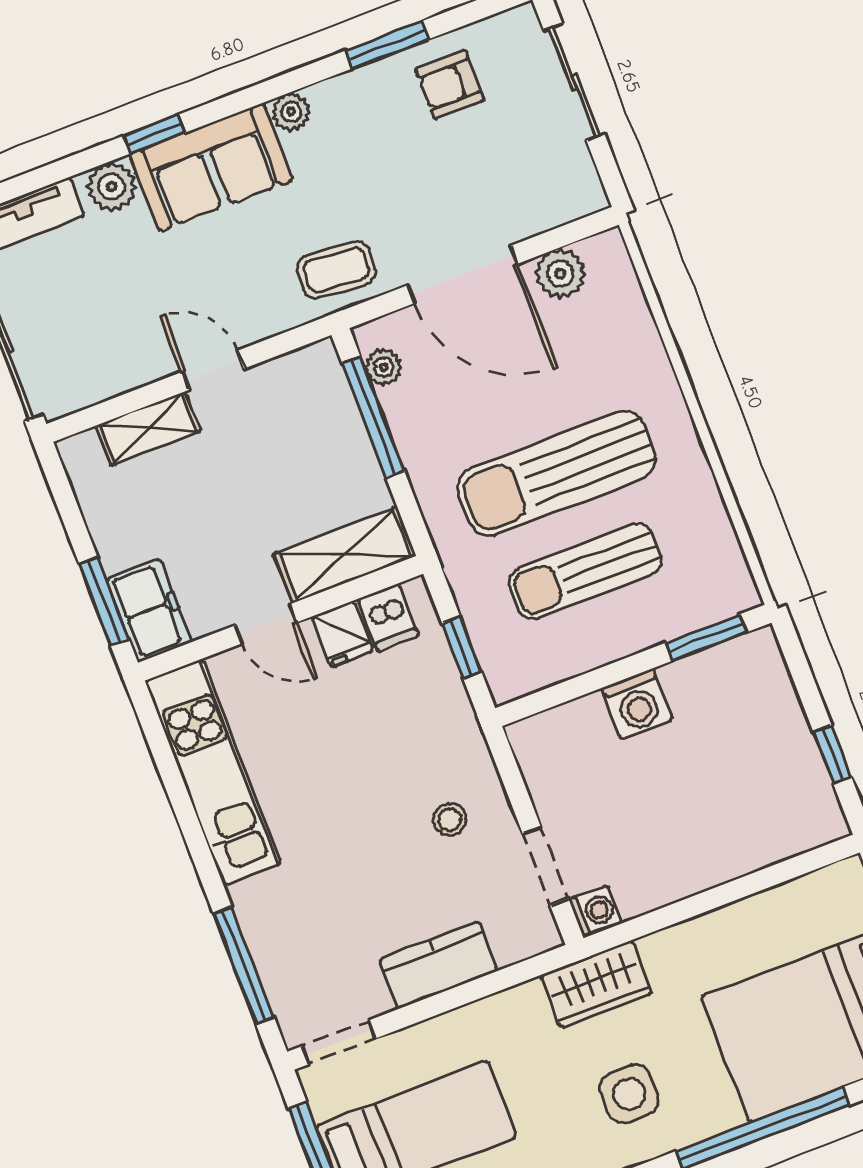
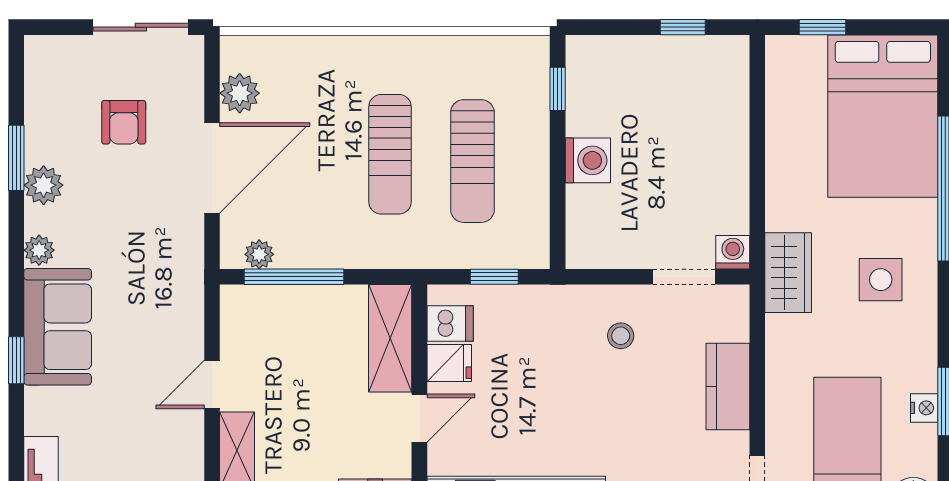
sliding door: (574, 82) -> (141, 27), moved
armchair: (450, 84) -> (124, 122), moved
plant: (112, 187) -> (44, 185), moved
coffee table: (336, 270) -> (172, 262), removed
sun lounger: (557, 474) -> (390, 154), width x0.73, depth x0.75
window: (706, 638) -> (558, 89), width x0.67

